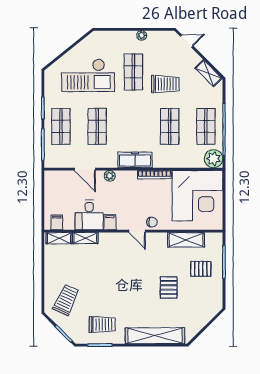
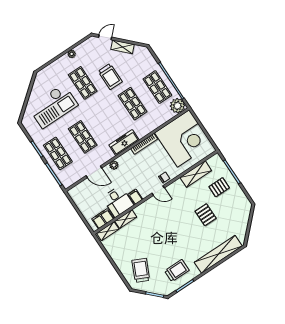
shelving: (209, 73) -> (123, 47), moved
trolley: (165, 84) -> (110, 77), turned 90
filing cabinet: (57, 222) -> (103, 219), width x2.00

